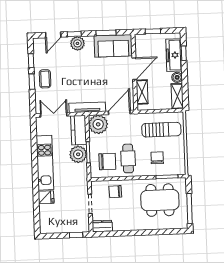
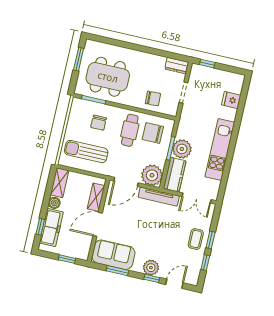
fridge: (46, 197) -> (231, 100), moved
window: (189, 209) -> (79, 59), width x0.69

